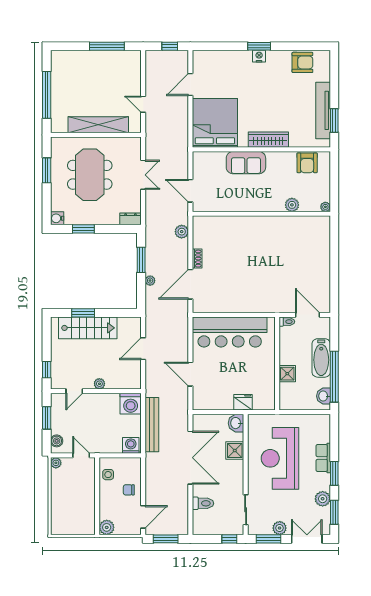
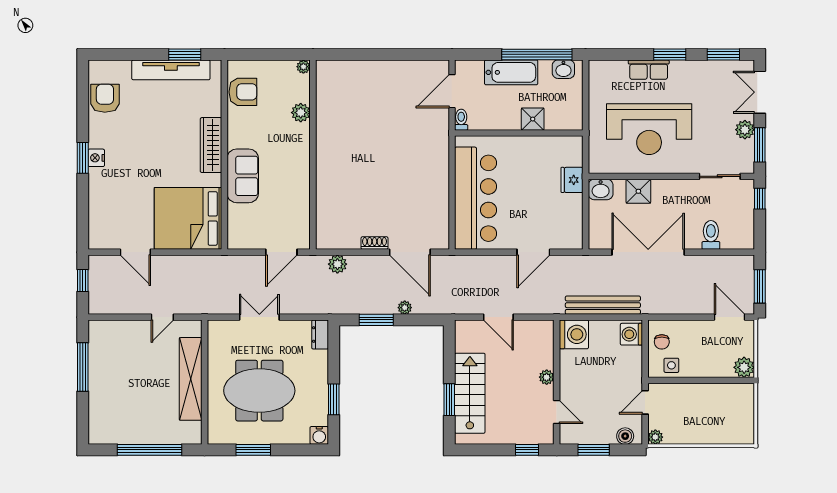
chair: (129, 490) -> (662, 342), moved
plant: (323, 499) -> (705, 70), removed

